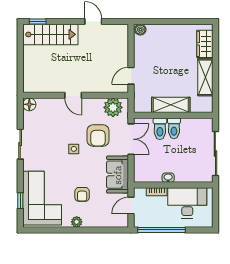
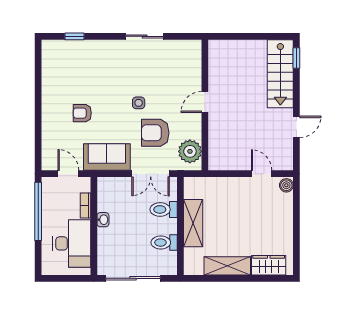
door: (131, 76) -> (262, 174), moved
floor lamp: (29, 104) -> (194, 48), removed
toilet: (174, 128) -> (164, 243), moved
corner sofa: (42, 198) -> (78, 64), removed
plant: (77, 222) -> (48, 106), removed

